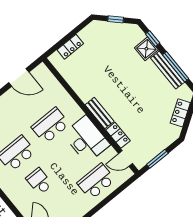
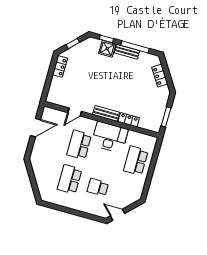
locker: (70, 47) -> (60, 66), moved
bench: (168, 70) -> (127, 52), width x0.73
door: (126, 159) -> (75, 112), moved

